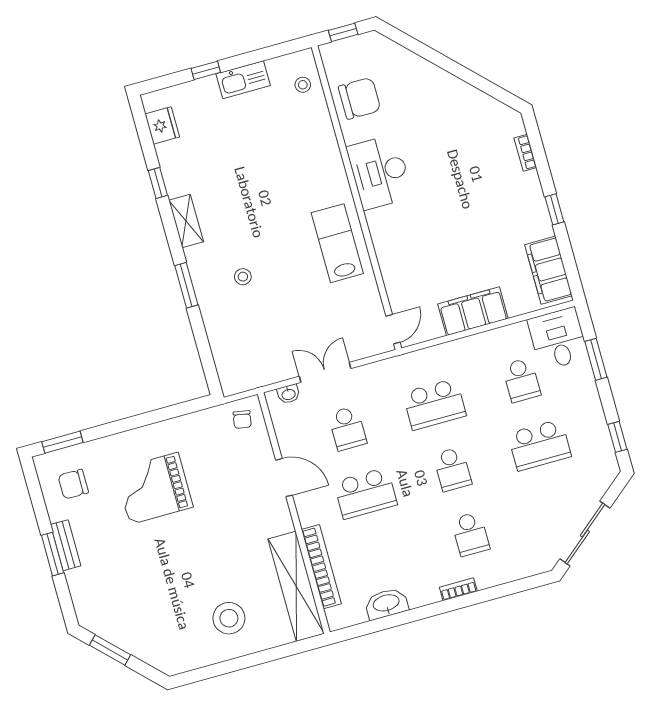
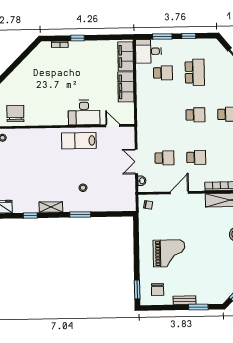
desk: (380, 172) -> (84, 112), moved
window: (554, 209) -> (78, 38), moved
filing cabinet: (548, 270) -> (126, 56), moved, turned 90
door: (393, 329) -> (113, 126), moved
school desk: (434, 404) -> (164, 115), removed
window: (617, 437) -> (189, 36), moved
grand piano: (154, 488) -> (169, 253), turned -90
school desk: (365, 493) -> (196, 157), width x0.54
window: (52, 554) -> (198, 307), moved

